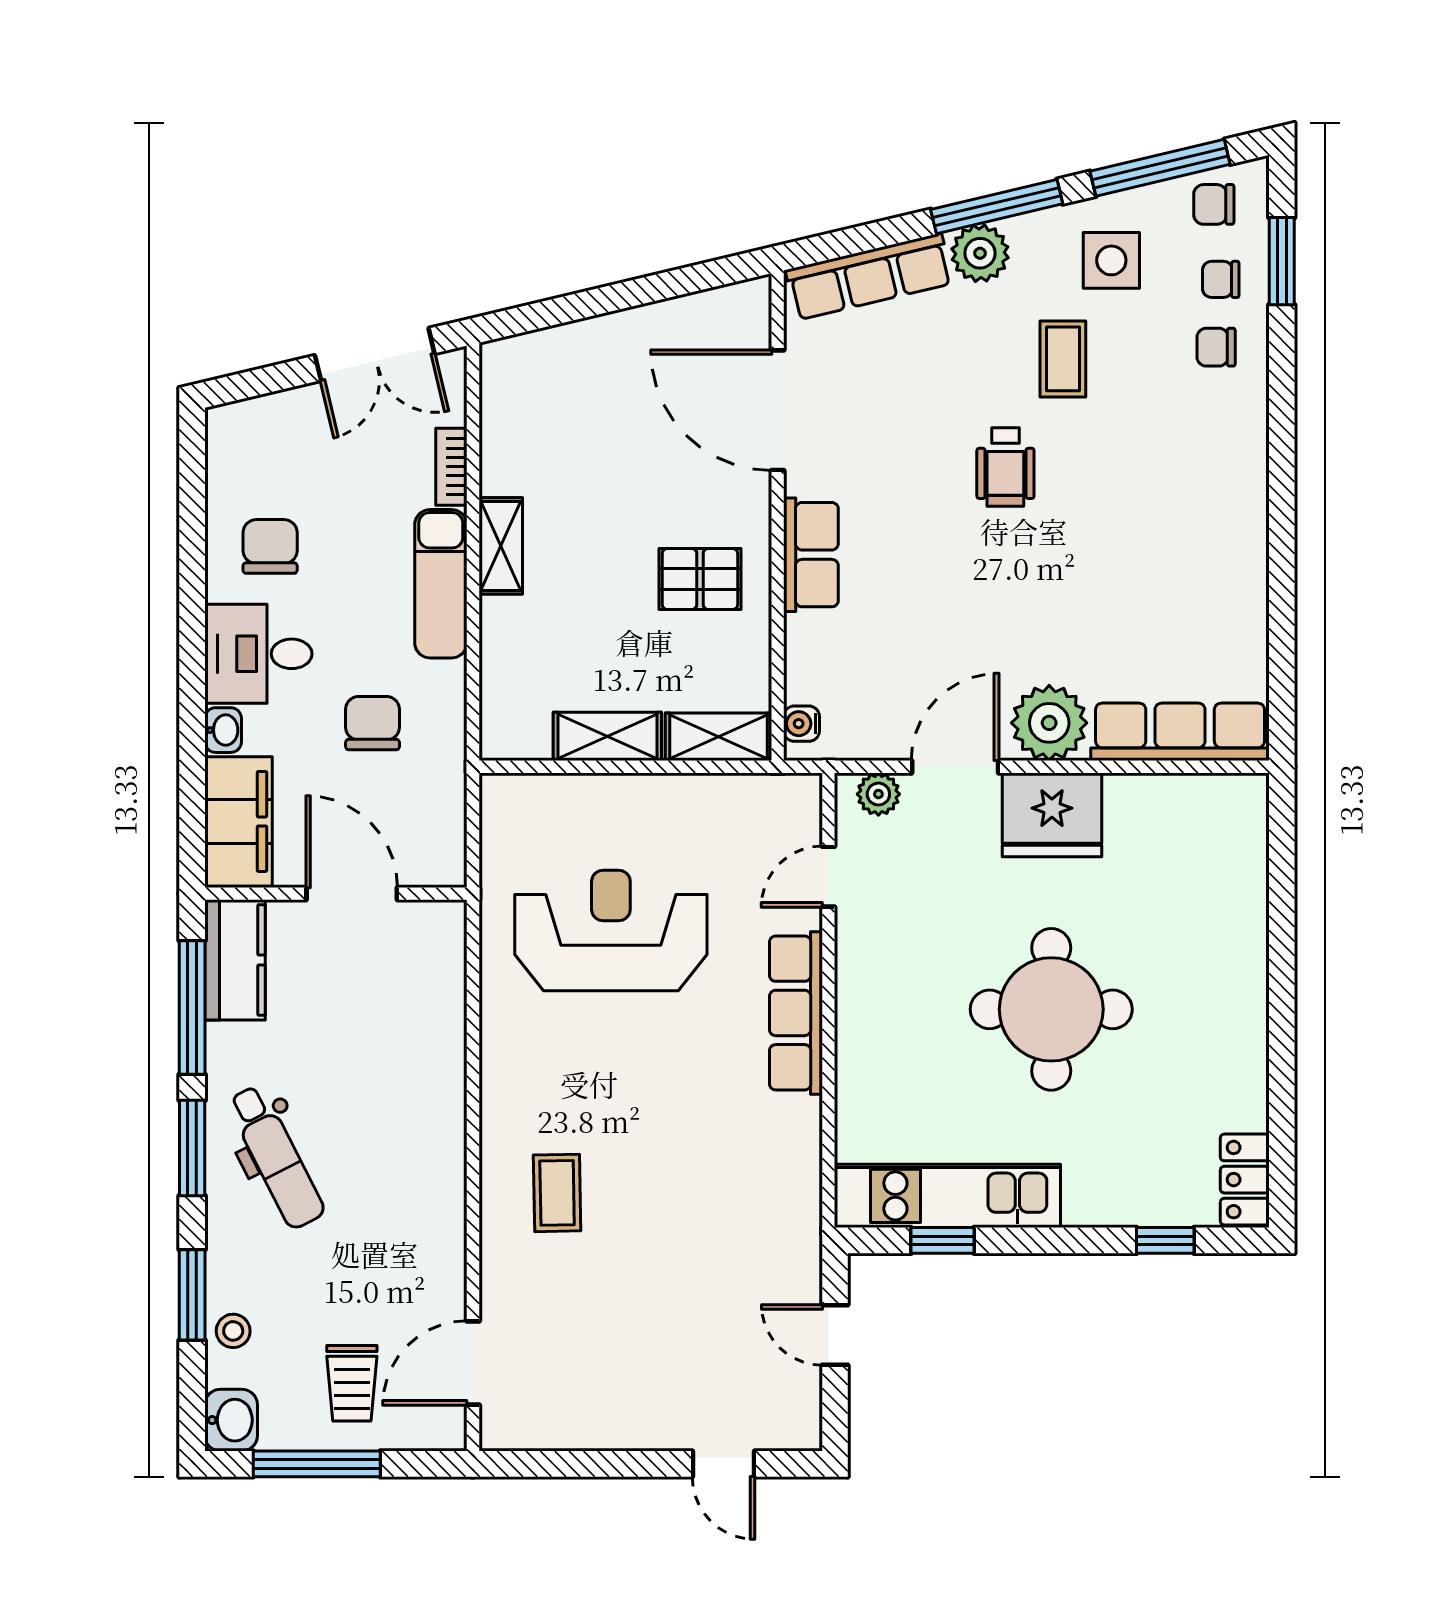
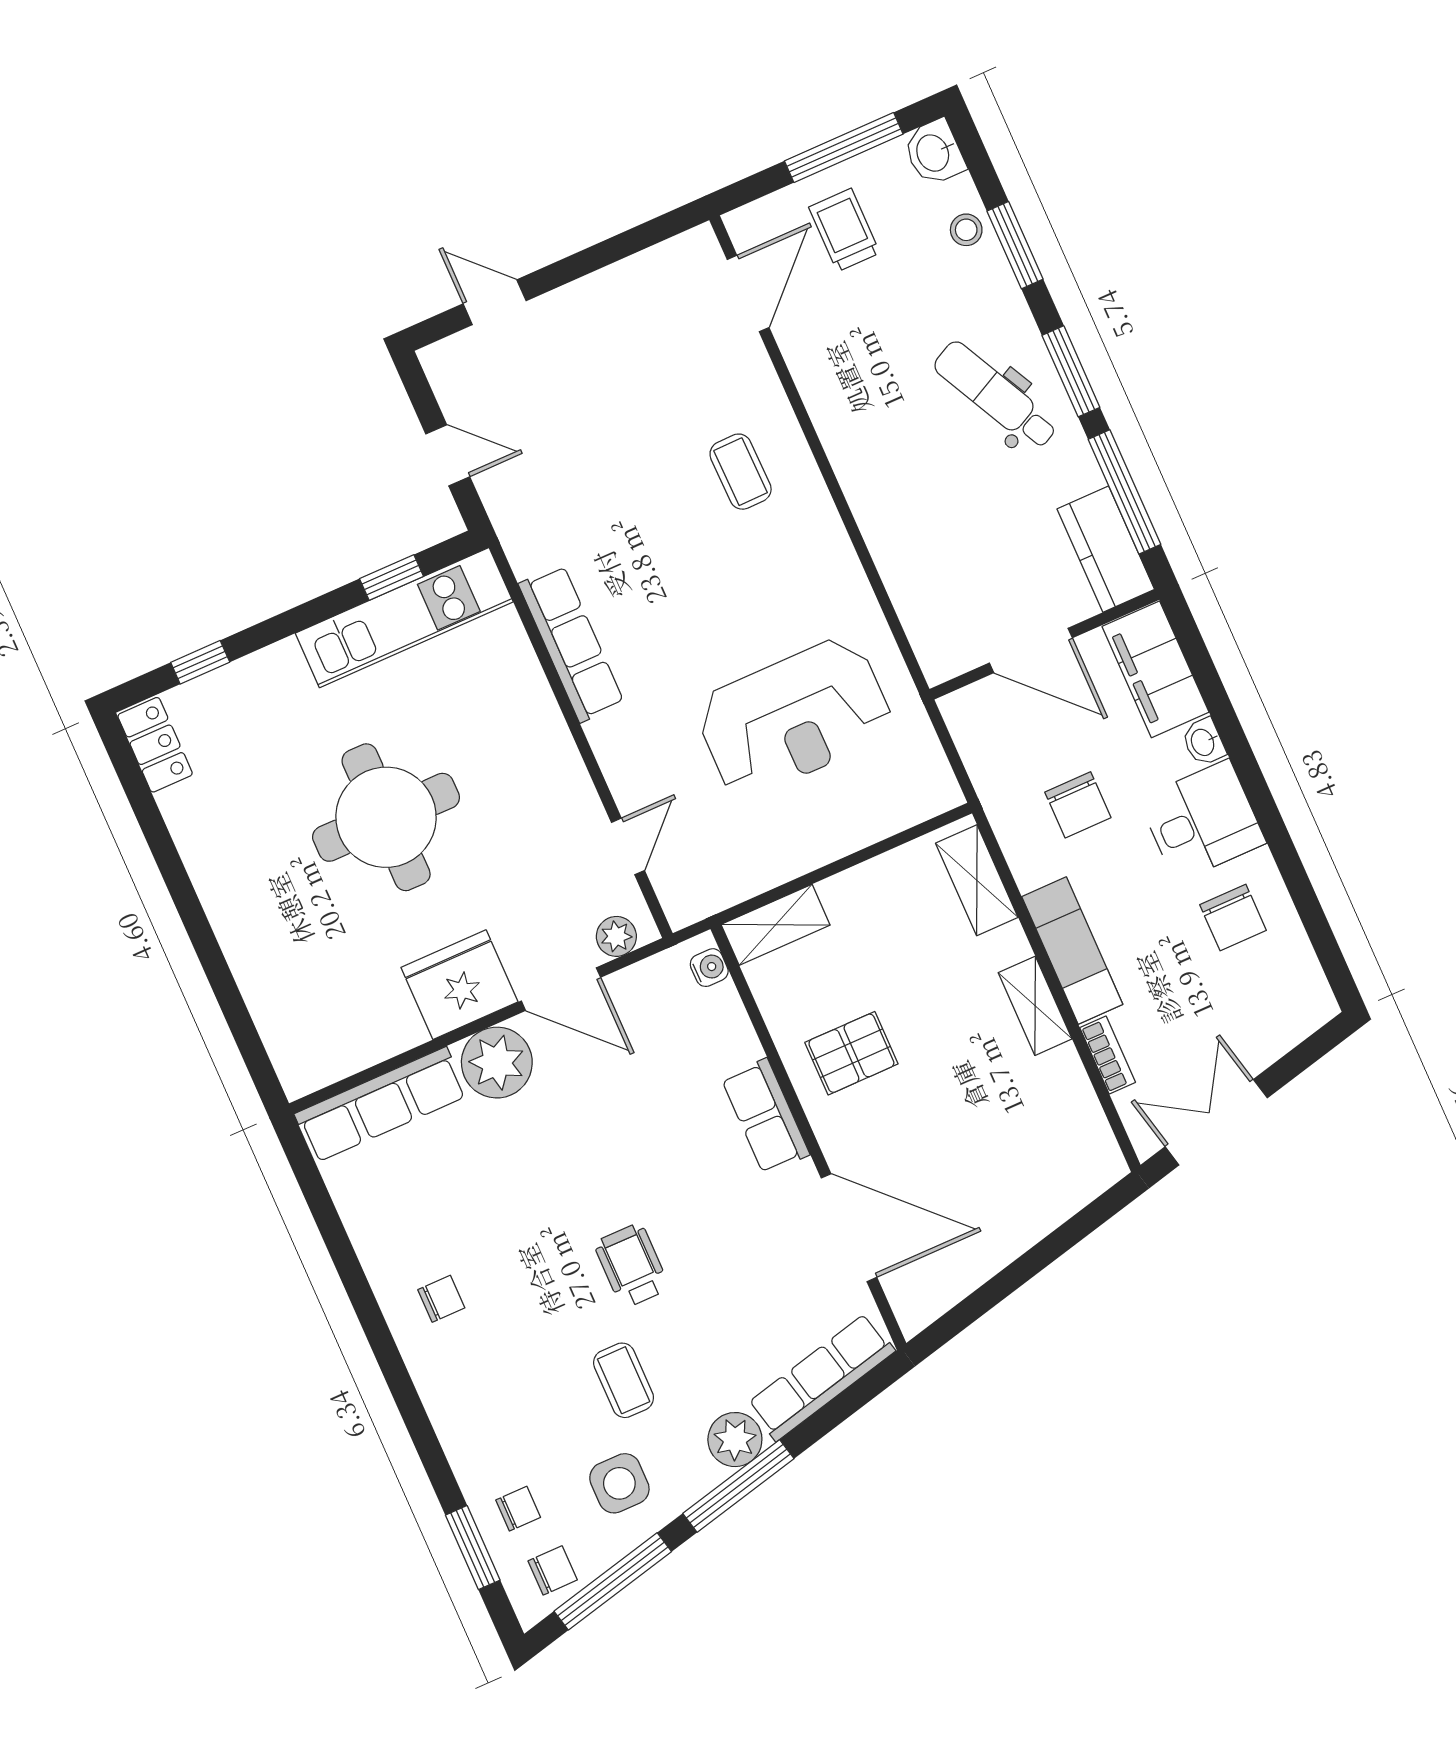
chair: (1216, 347) -> (441, 1299), moved
shelving: (607, 736) -> (977, 880), moved, turned 90
door: (955, 767) -> (561, 989), hinge flipped
row of seats: (796, 1013) -> (571, 644), moved

